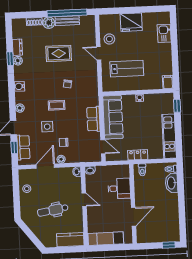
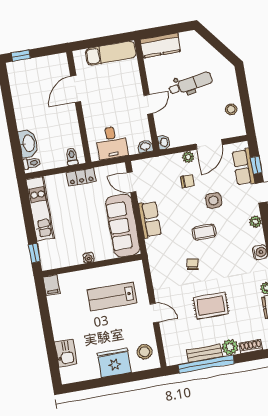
stool: (109, 39) -> (144, 352), moved
desk: (119, 188) -> (112, 143), moved, turned -90
door: (84, 200) -> (148, 104), swing flipped

